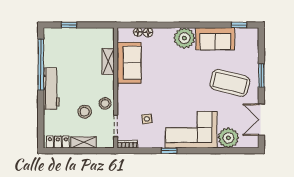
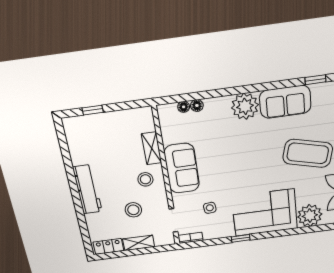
sofa: (129, 63) -> (182, 168), moved
window: (41, 65) -> (68, 163), removed
stool: (105, 103) -> (145, 179), moved

